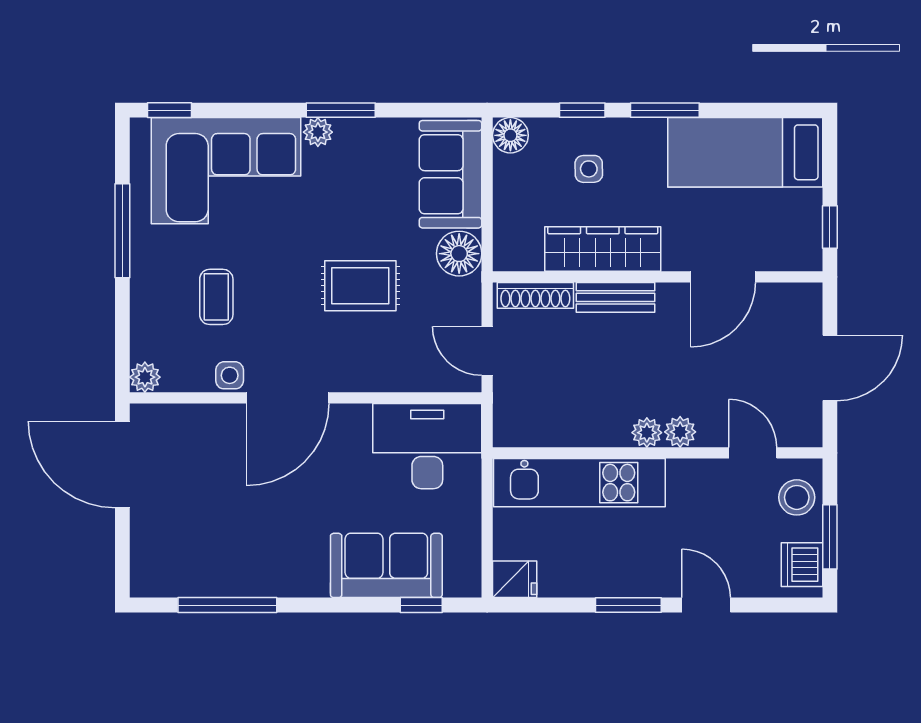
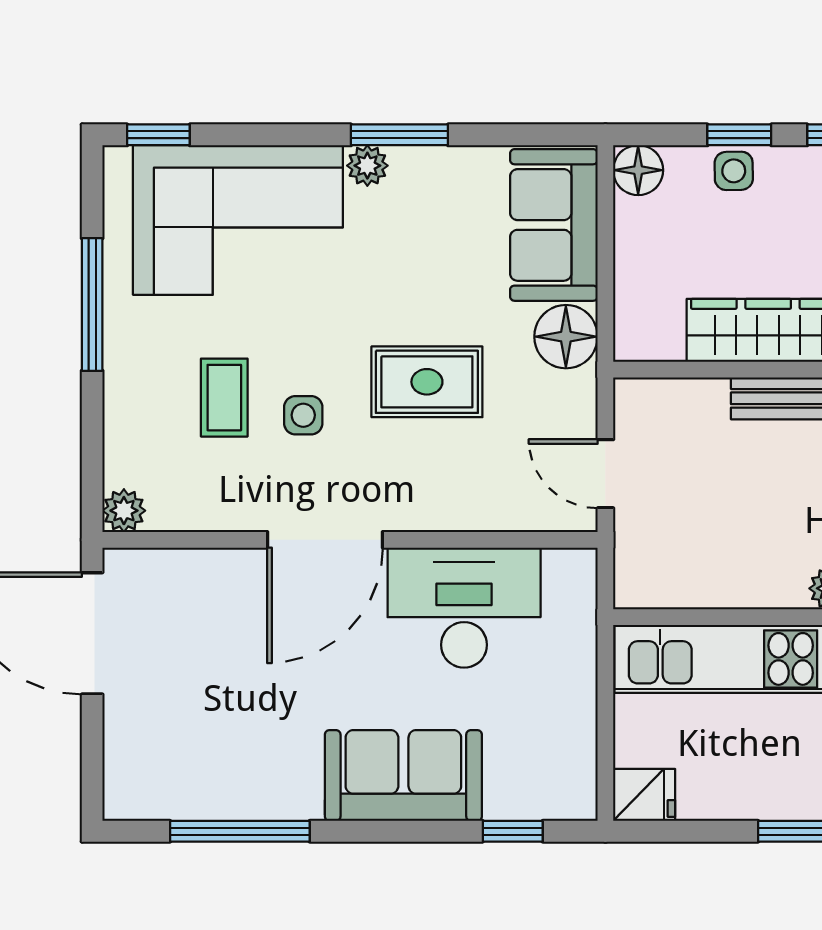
side table: (589, 169) -> (734, 171), moved
shoe rack: (535, 295) -> (673, 395), removed
side table: (230, 375) -> (303, 415), moved
desk: (427, 446) -> (464, 608), moved
sofa: (386, 565) -> (403, 776), moved

